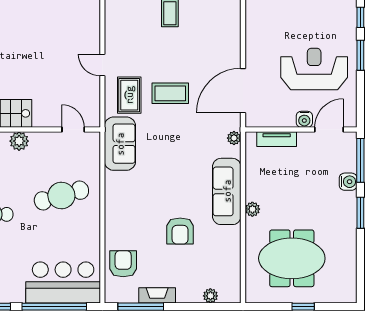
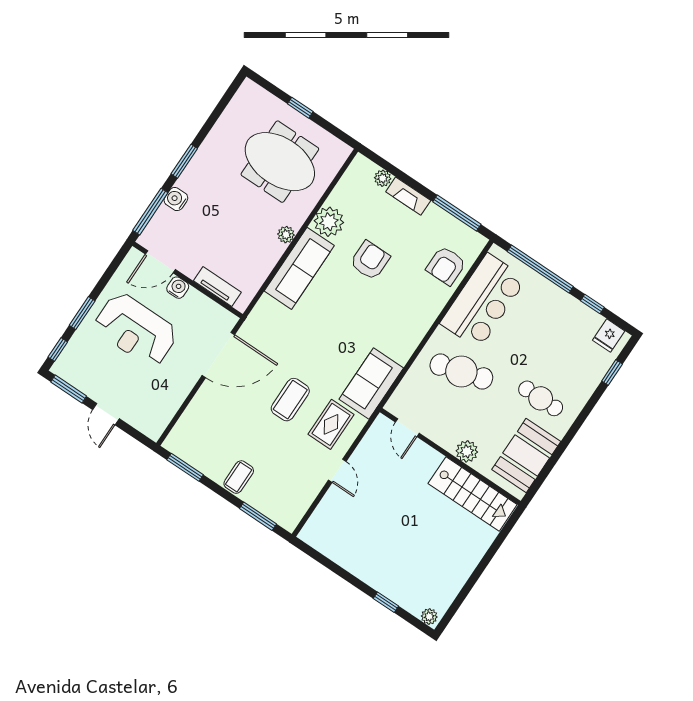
coffee table: (170, 93) -> (290, 400), turned 90
plant: (234, 138) -> (329, 222), moved, width x1.88, depth x1.88
bar counter: (63, 282) -> (483, 301), moved, turned -90
fireplace: (157, 295) -> (408, 196), moved

